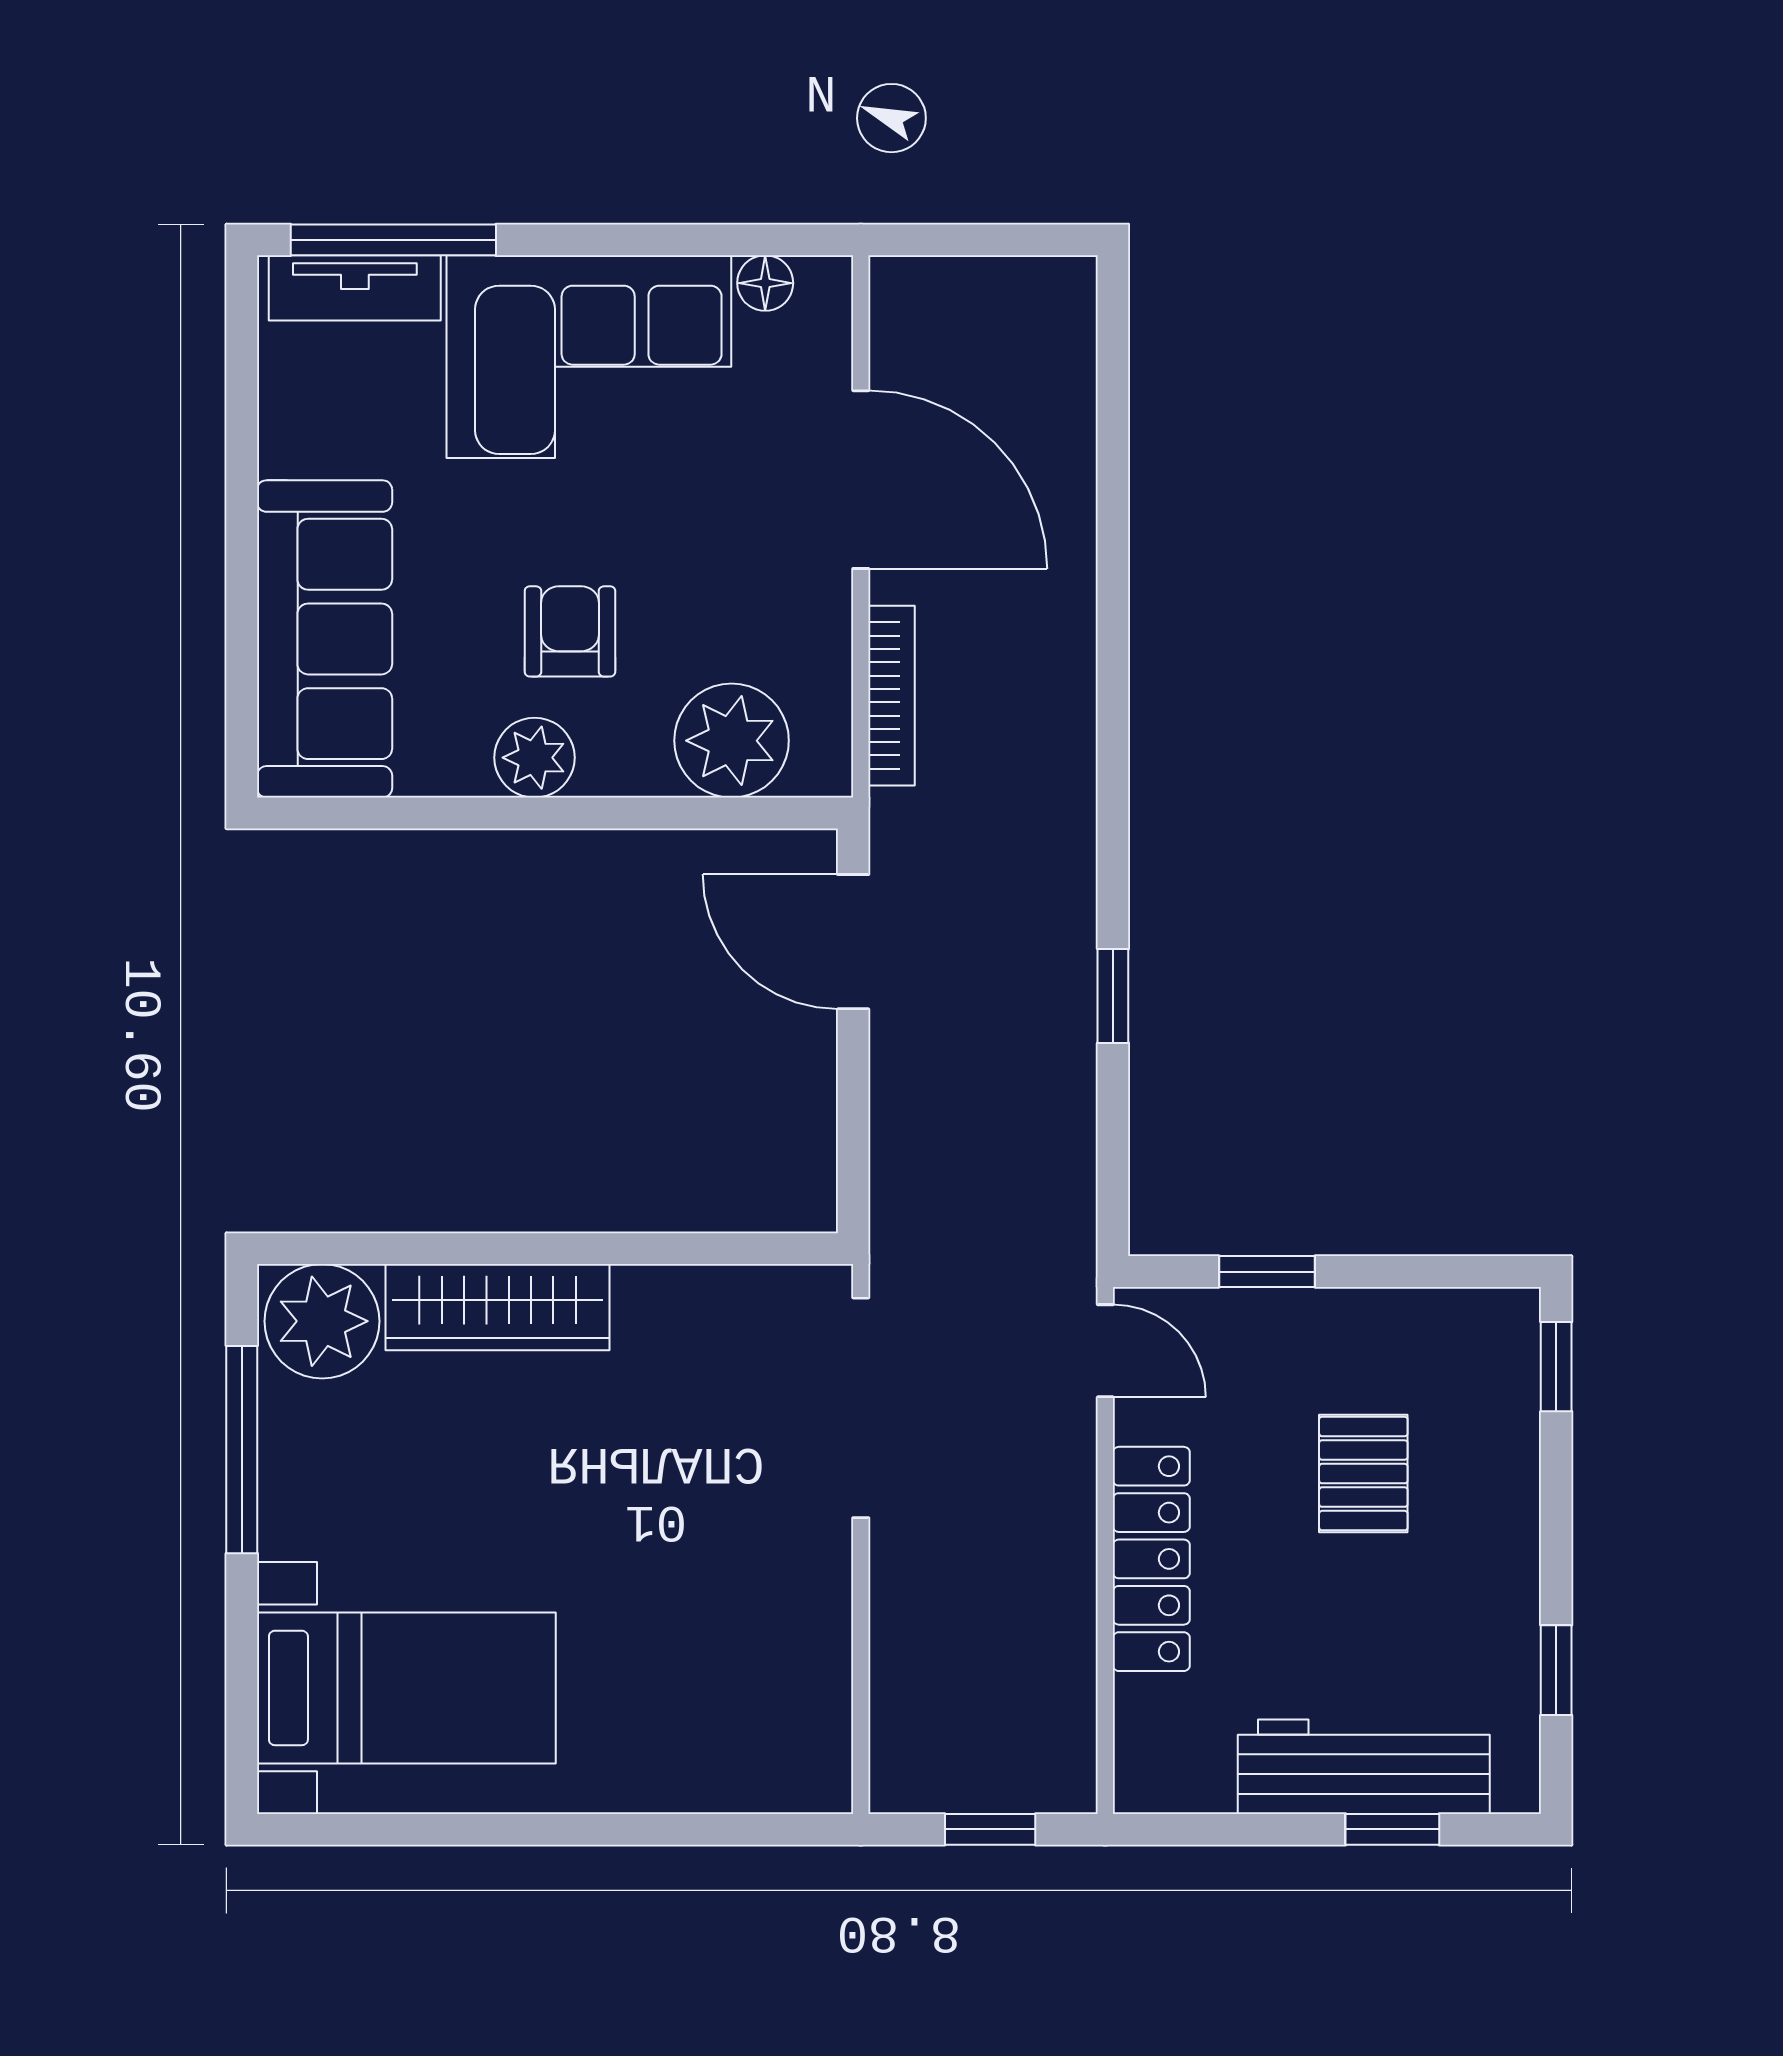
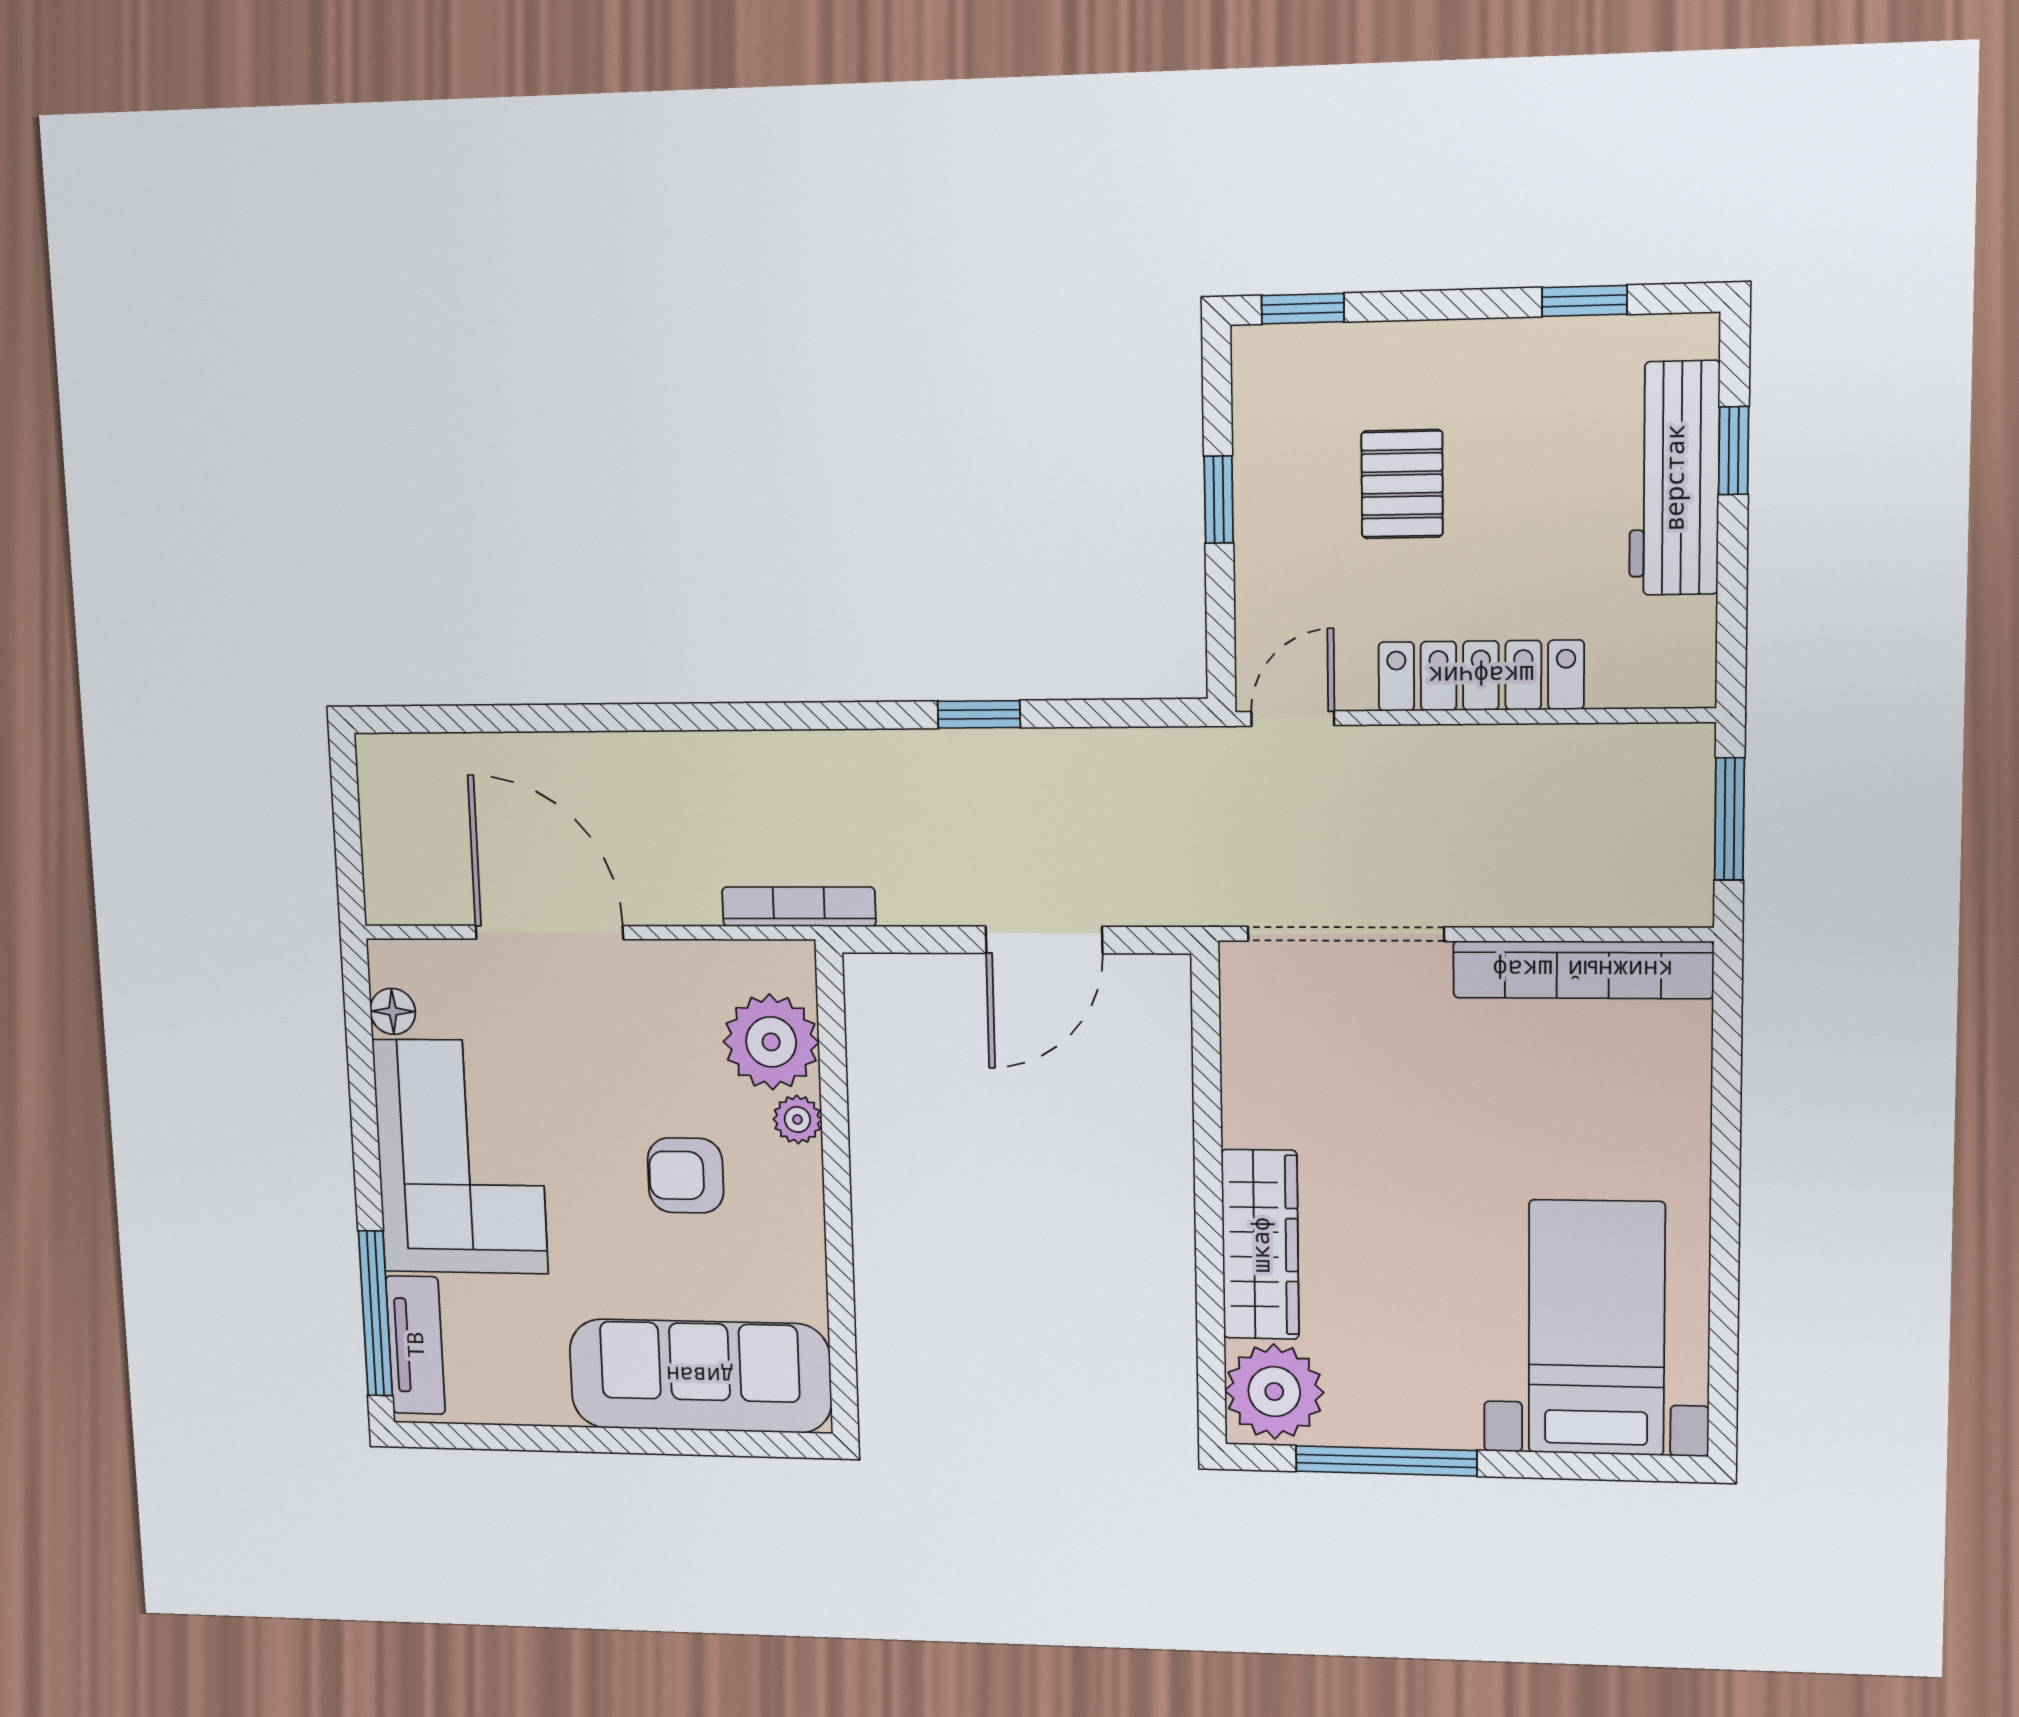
door: (861, 480) -> (549, 932), hinge flipped
bookcase: (891, 696) -> (799, 907), moved
plant: (534, 758) -> (797, 1119), moved, width x0.73, depth x0.73
door: (853, 942) -> (1044, 940), moved
window: (1267, 1272) -> (1219, 500), moved
pallet: (1363, 1474) -> (1402, 484), turned 90
bookcase: (821, 1671) -> (1583, 970), added
window: (990, 1829) -> (1729, 819), width x1.50

